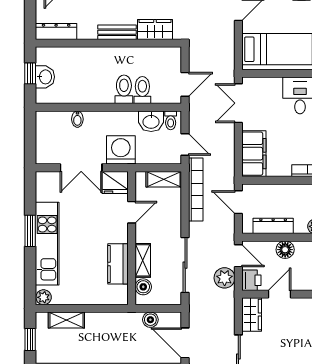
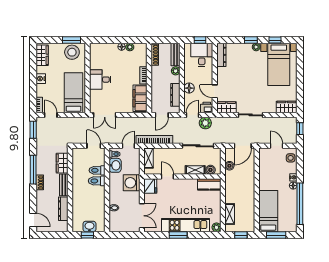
dresser: (56, 32) -> (63, 209), moved
filing cabinet: (254, 154) -> (140, 98), moved, turned -90
double door: (81, 168) -> (142, 216), moved
kitchen counter: (118, 264) -> (209, 184), moved

